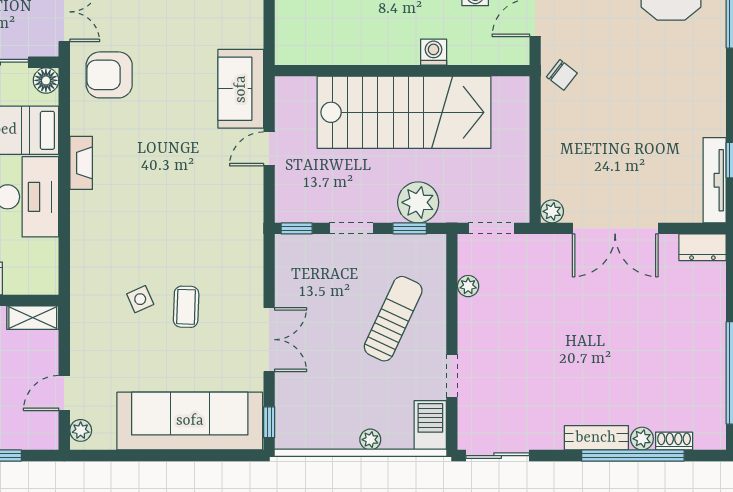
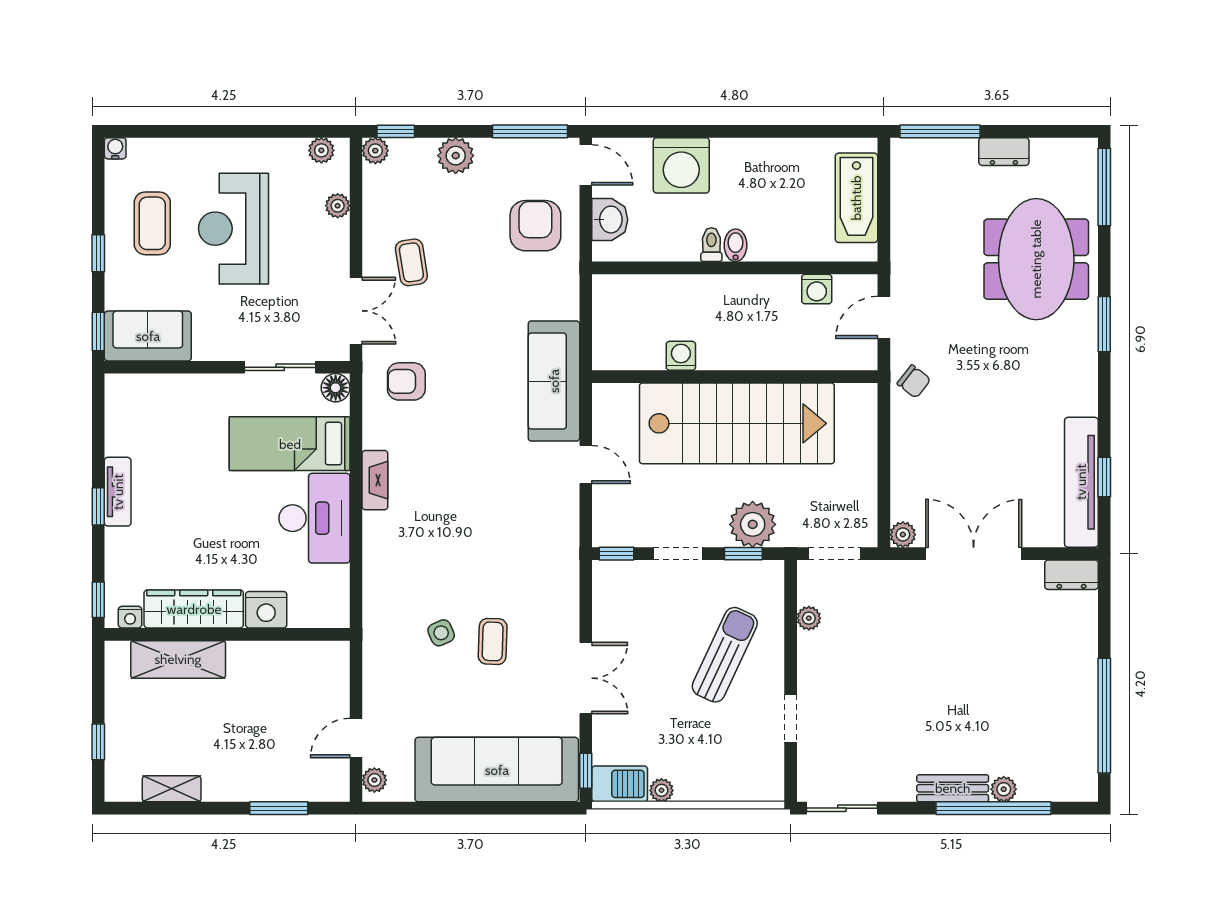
washing machine: (434, 52) -> (681, 356), moved
armchair: (109, 75) -> (406, 381), width x0.72, depth x0.72
sofa: (241, 89) -> (554, 381), width x1.36
door: (269, 149) -> (586, 464), swing flipped
tv unit: (715, 180) -> (1081, 482), width x1.36, depth x1.29
double door: (615, 228) -> (974, 554), swing flipped
shelving: (33, 318) -> (321, 654), removed
barbecue: (430, 425) -> (620, 784), moved, turned 90
plant: (370, 440) -> (661, 790), moved
shoe rack: (674, 441) -> (1040, 792), removed

